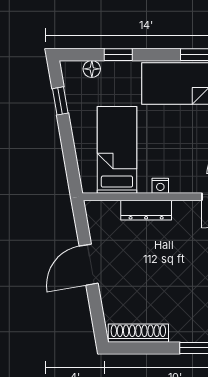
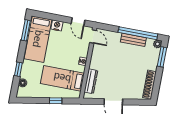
window: (60, 101) -> (56, 101), moved
dresser: (146, 210) -> (91, 81), moved

